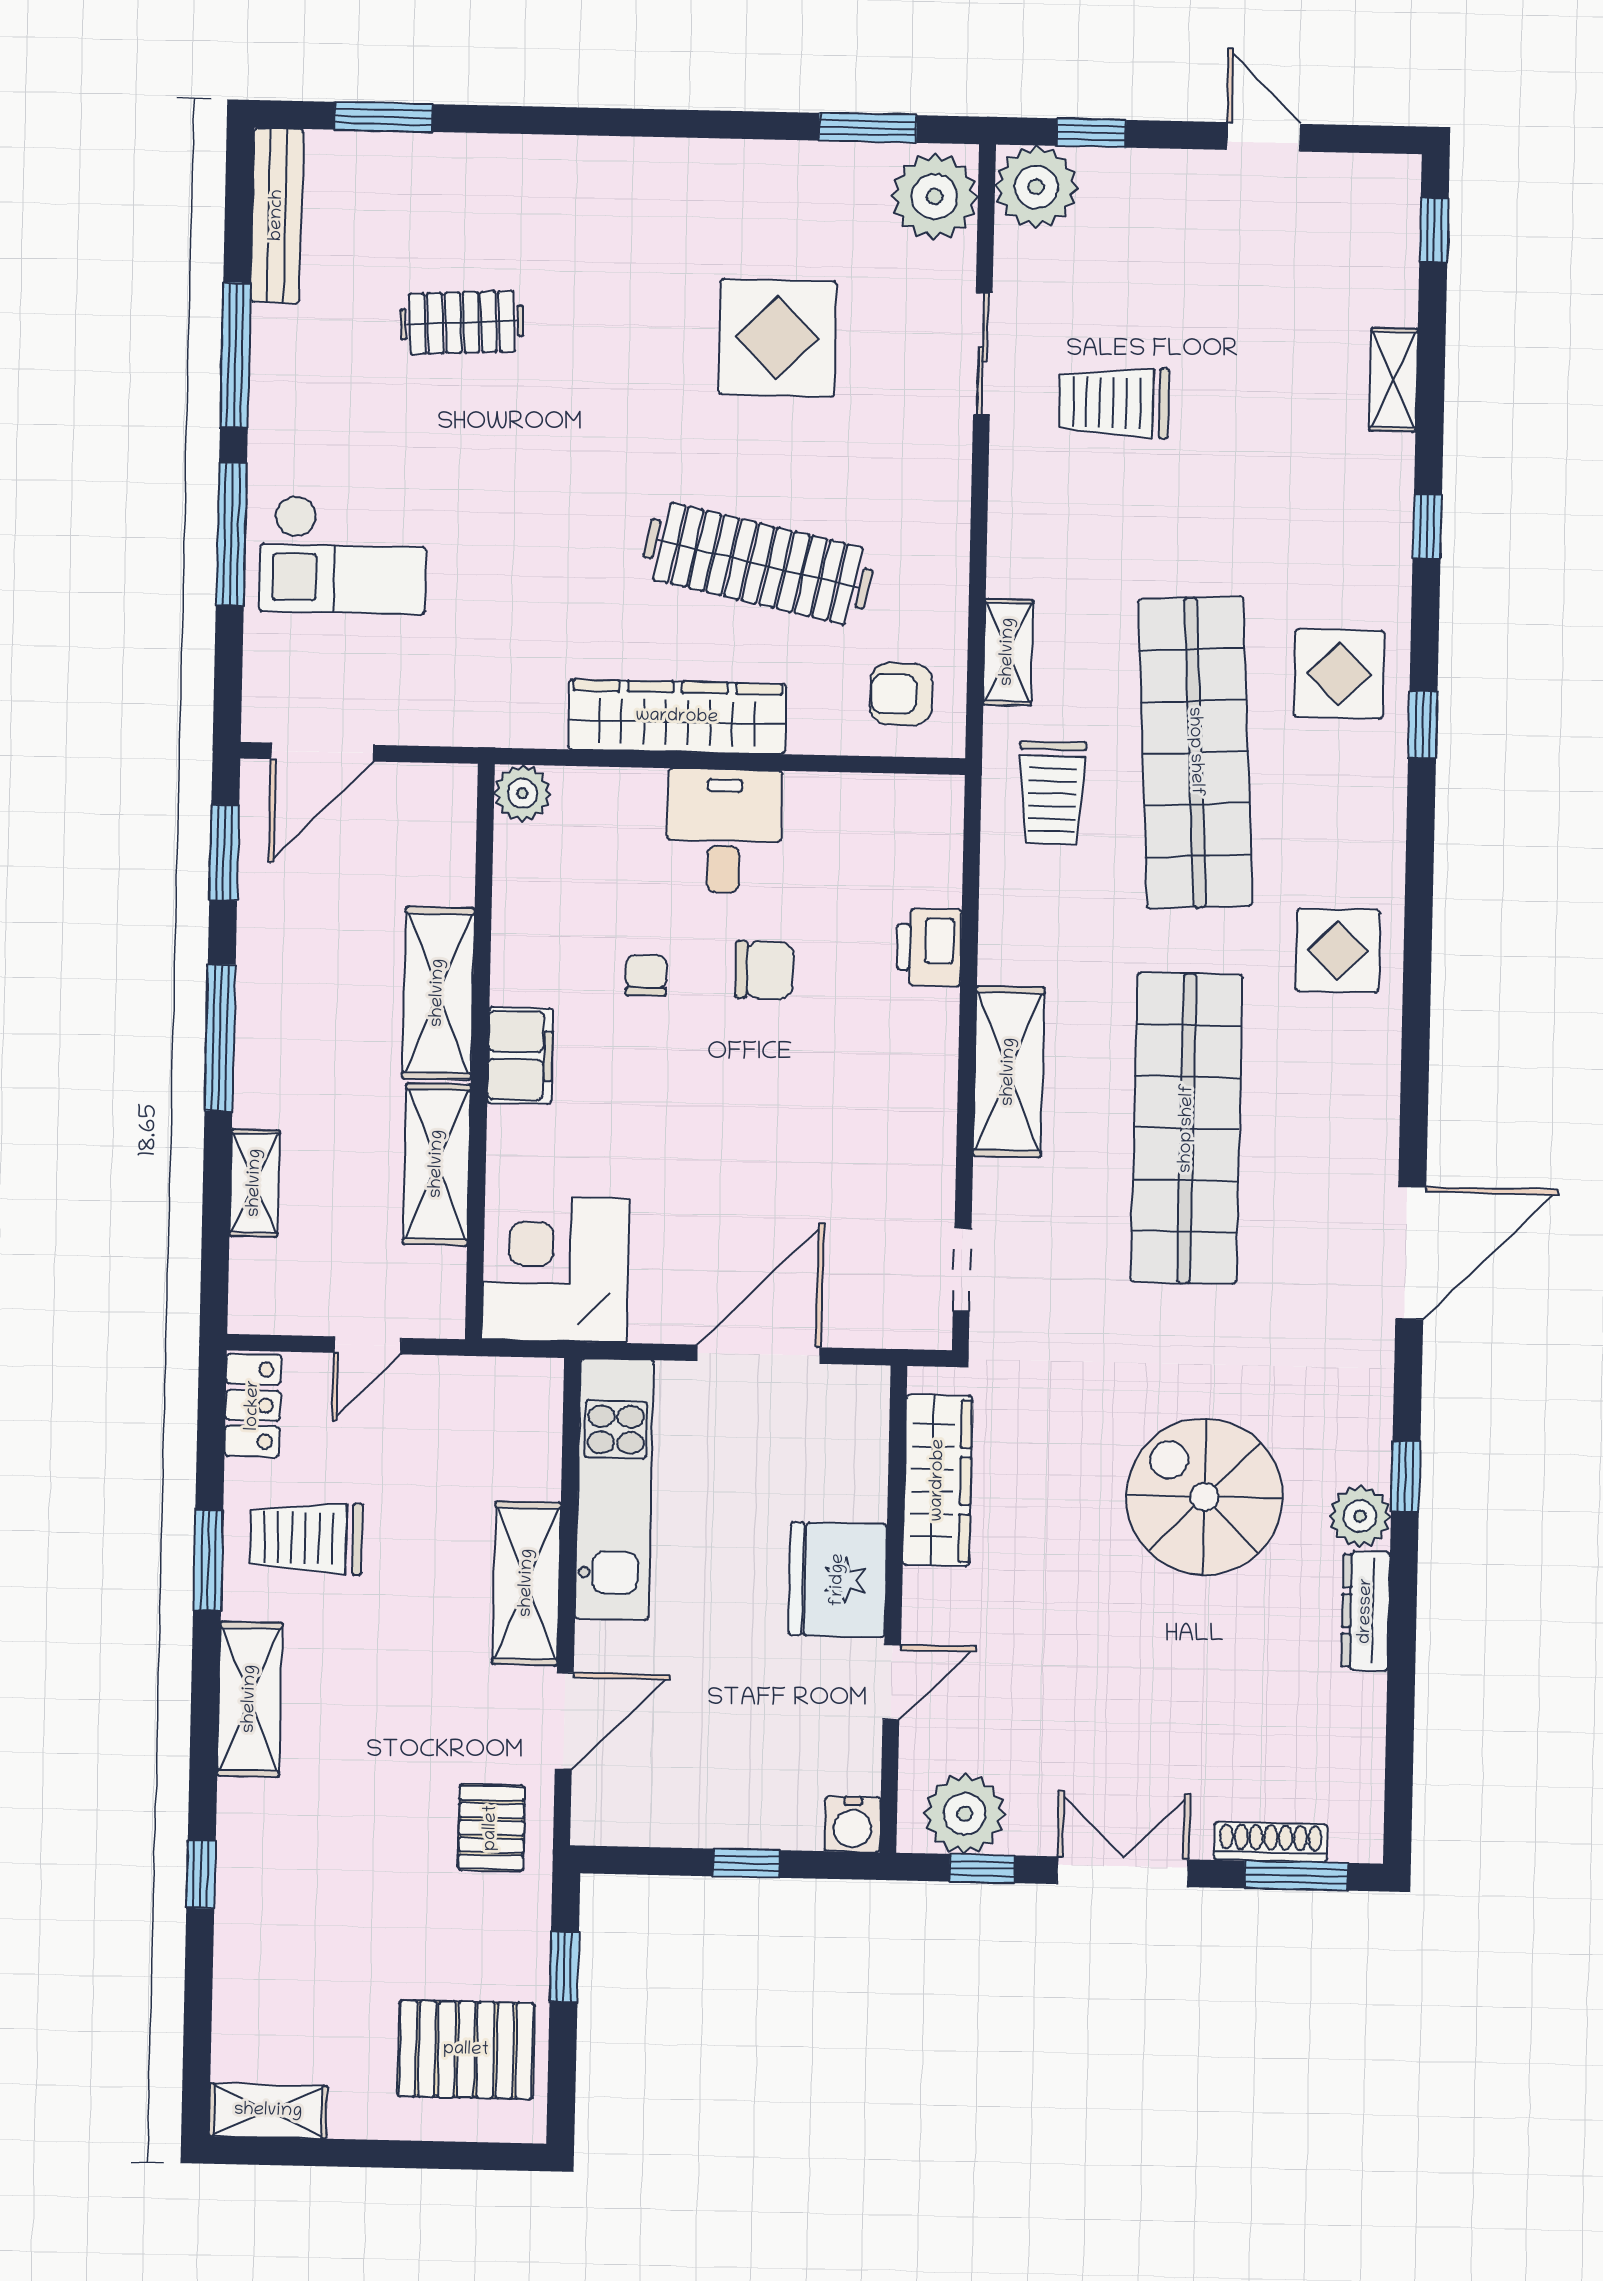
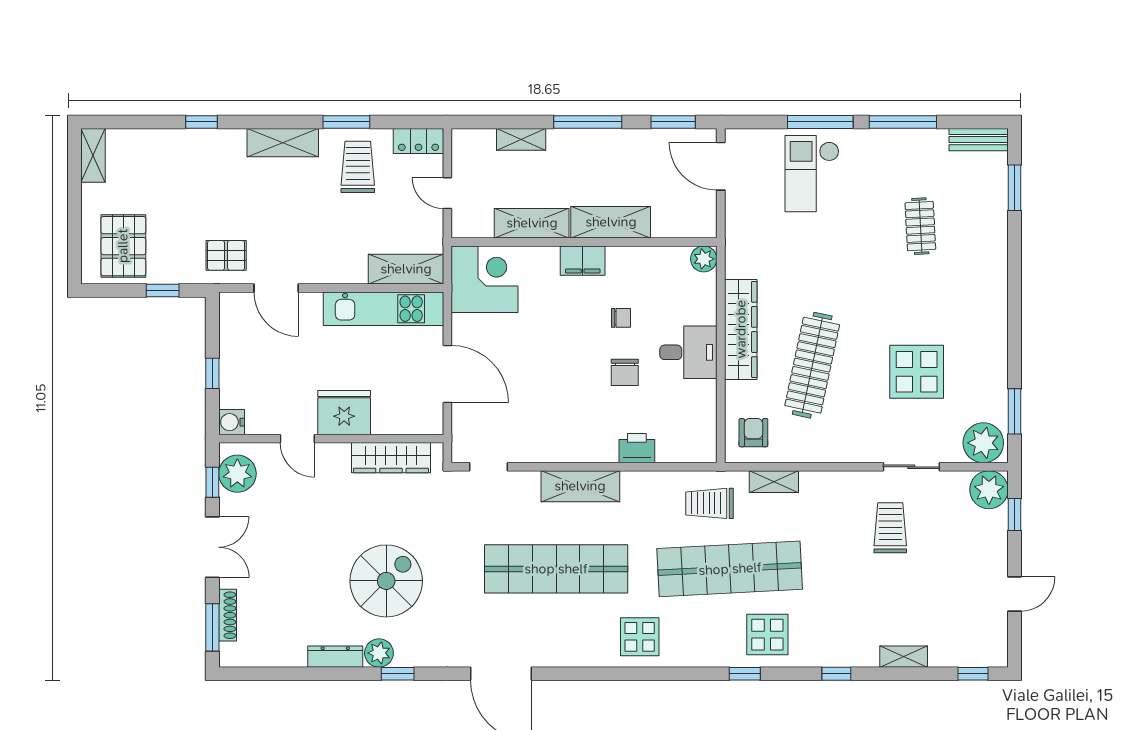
bench: (277, 215) -> (979, 140), width x0.73
shelving: (527, 1583) -> (406, 269), moved

